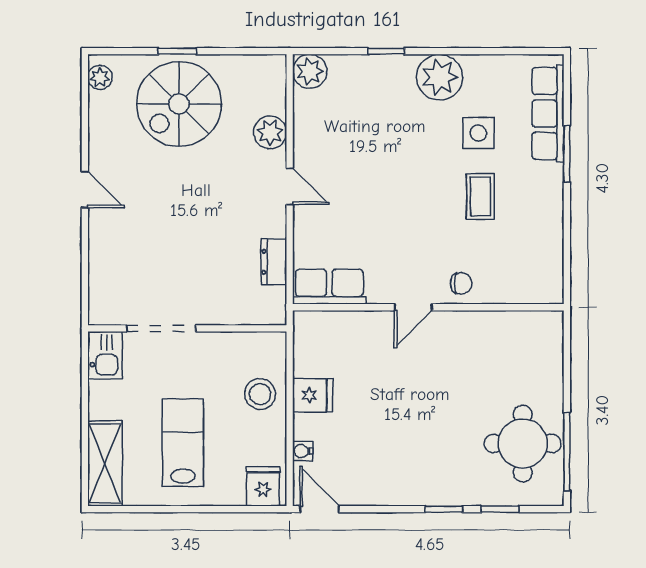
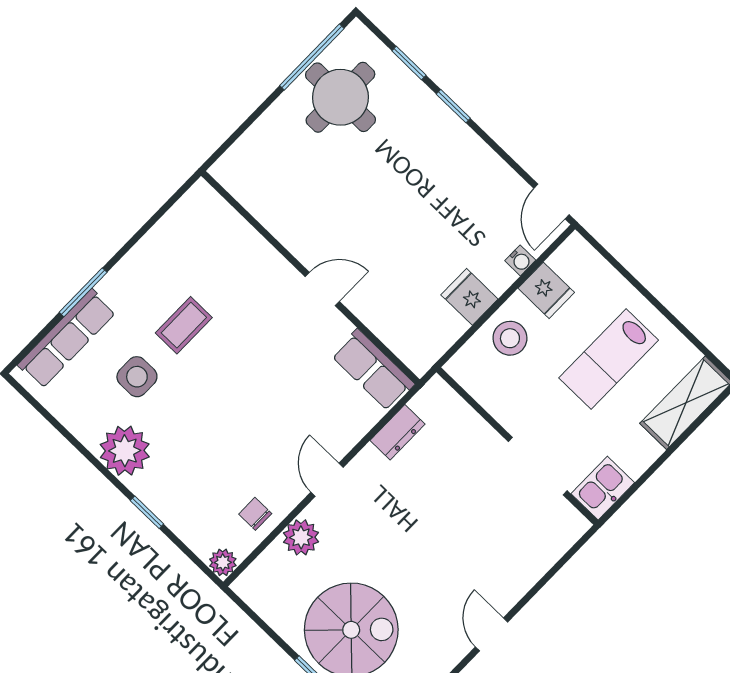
plant: (310, 71) -> (223, 562), width x0.73, depth x0.73
chair: (461, 283) -> (255, 514), moved
fridge: (263, 486) -> (546, 290), moved, turned -90

